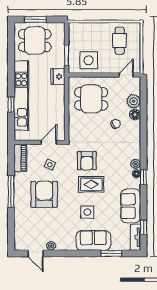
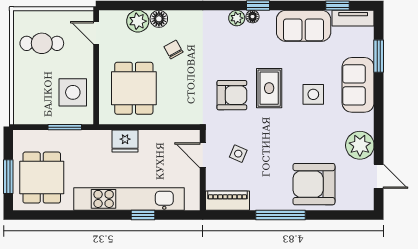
fridge: (58, 77) -> (125, 141), moved
armchair: (44, 194) -> (314, 184), moved
plant: (51, 246) -> (360, 145), width x1.88, depth x1.88
door: (36, 253) -> (379, 176), hinge flipped

